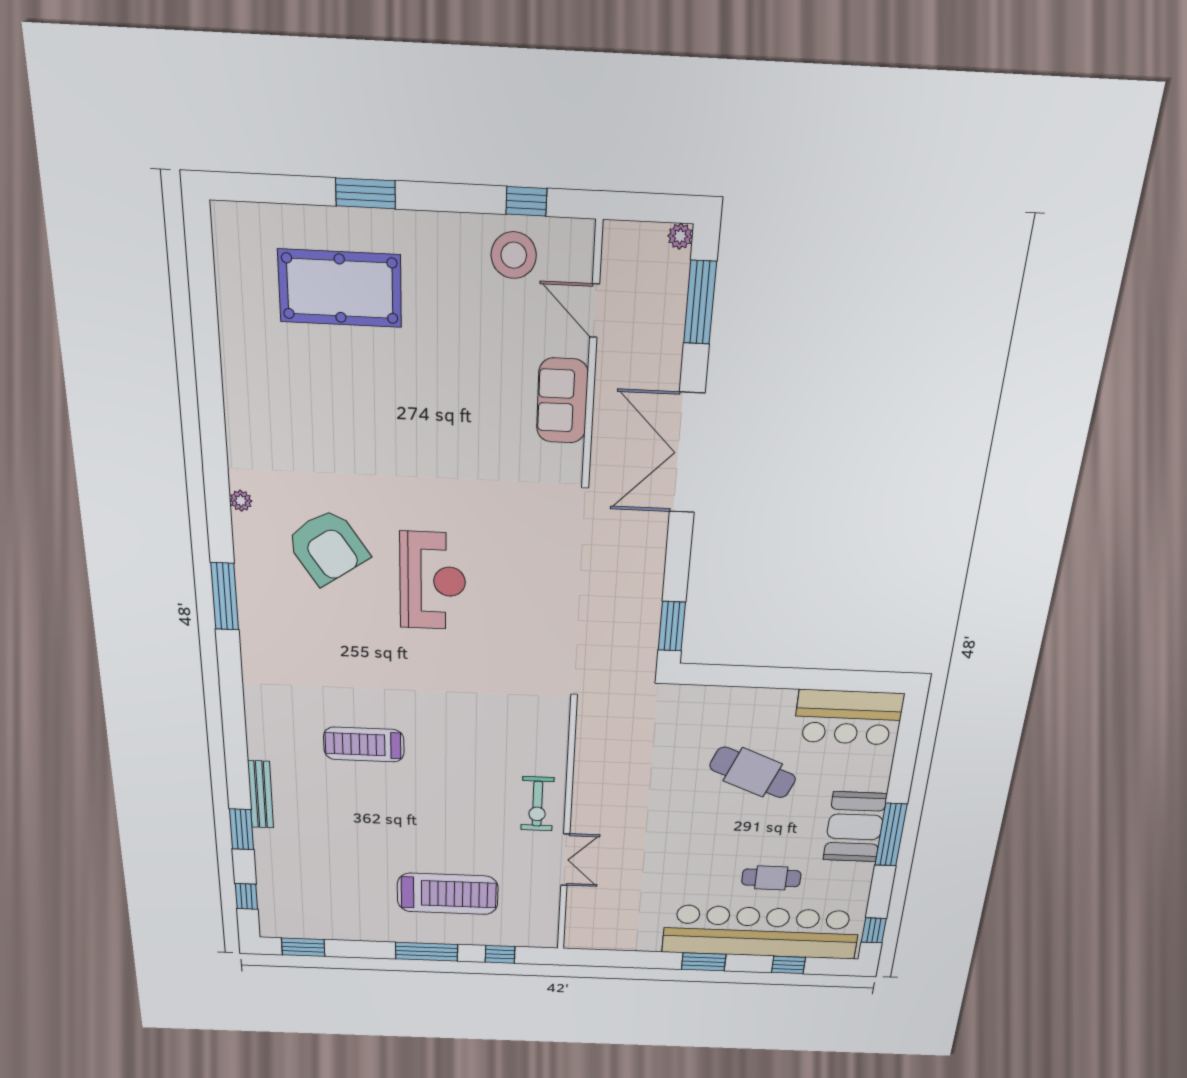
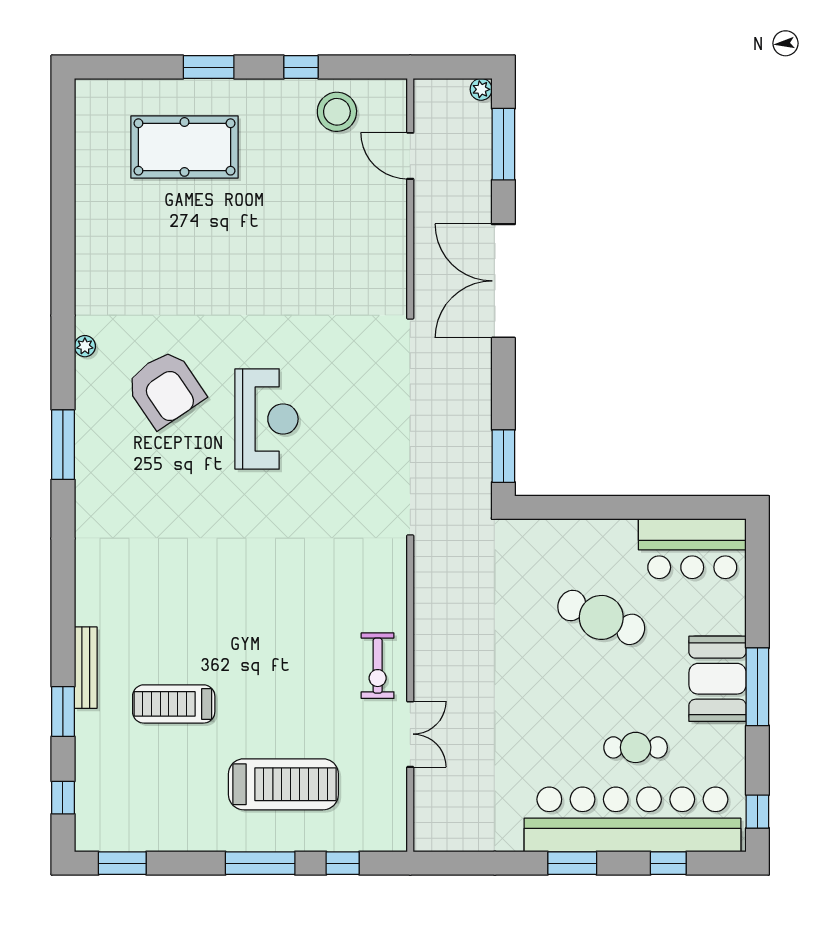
window: (526, 201) -> (301, 67), moved
sofa: (562, 401) -> (385, 237), removed
treadmill: (364, 745) -> (174, 704), moved

